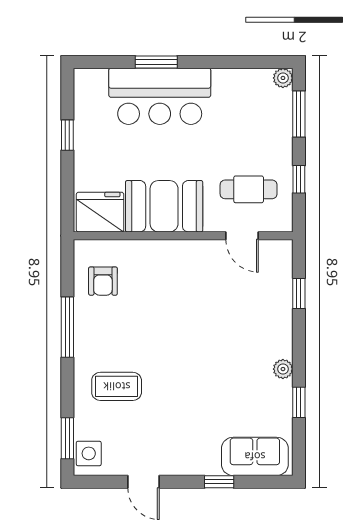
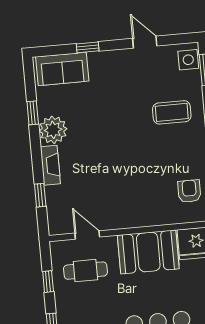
fireplace: (282, 332) -> (50, 165), added
plant: (283, 369) -> (53, 130), width x1.87, depth x1.87

